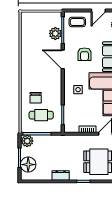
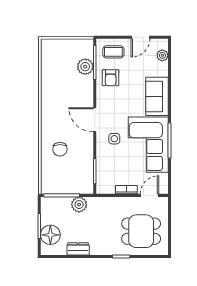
armchair: (84, 54) -> (111, 78), moved
door: (63, 59) -> (95, 120), moved
cafe table: (41, 115) -> (67, 171), removed
plant: (27, 141) -> (79, 205), moved
dresser: (61, 175) -> (78, 249), moved

